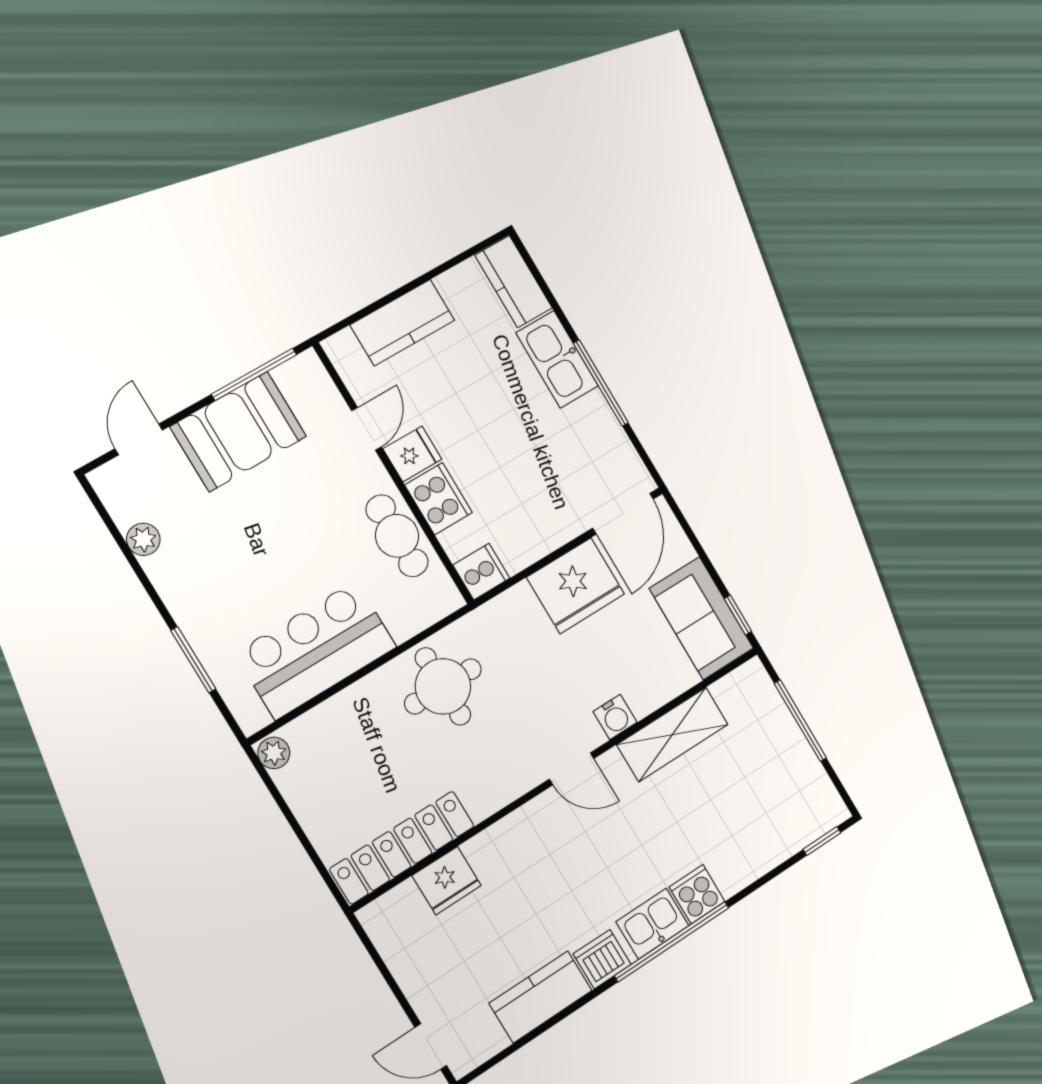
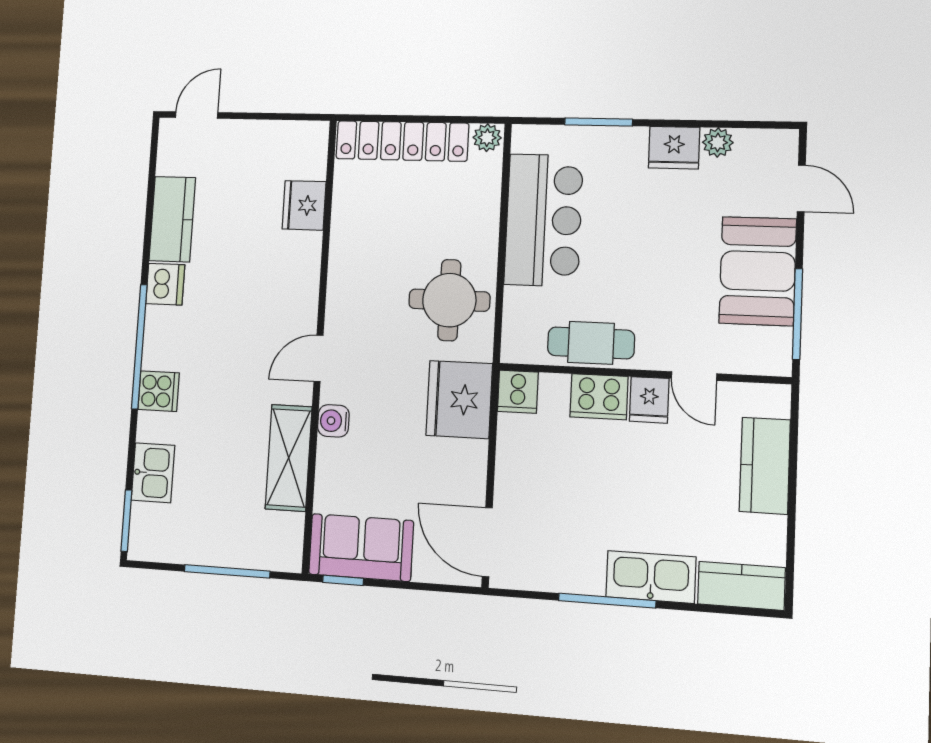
fridge: (173, 576) -> (674, 148), added
fridge: (576, 586) -> (459, 400), moved
window: (822, 841) -> (126, 521), width x1.50
locker: (402, 847) -> (402, 141), moved, turned 90
kitchen sink: (652, 924) -> (153, 473), moved

